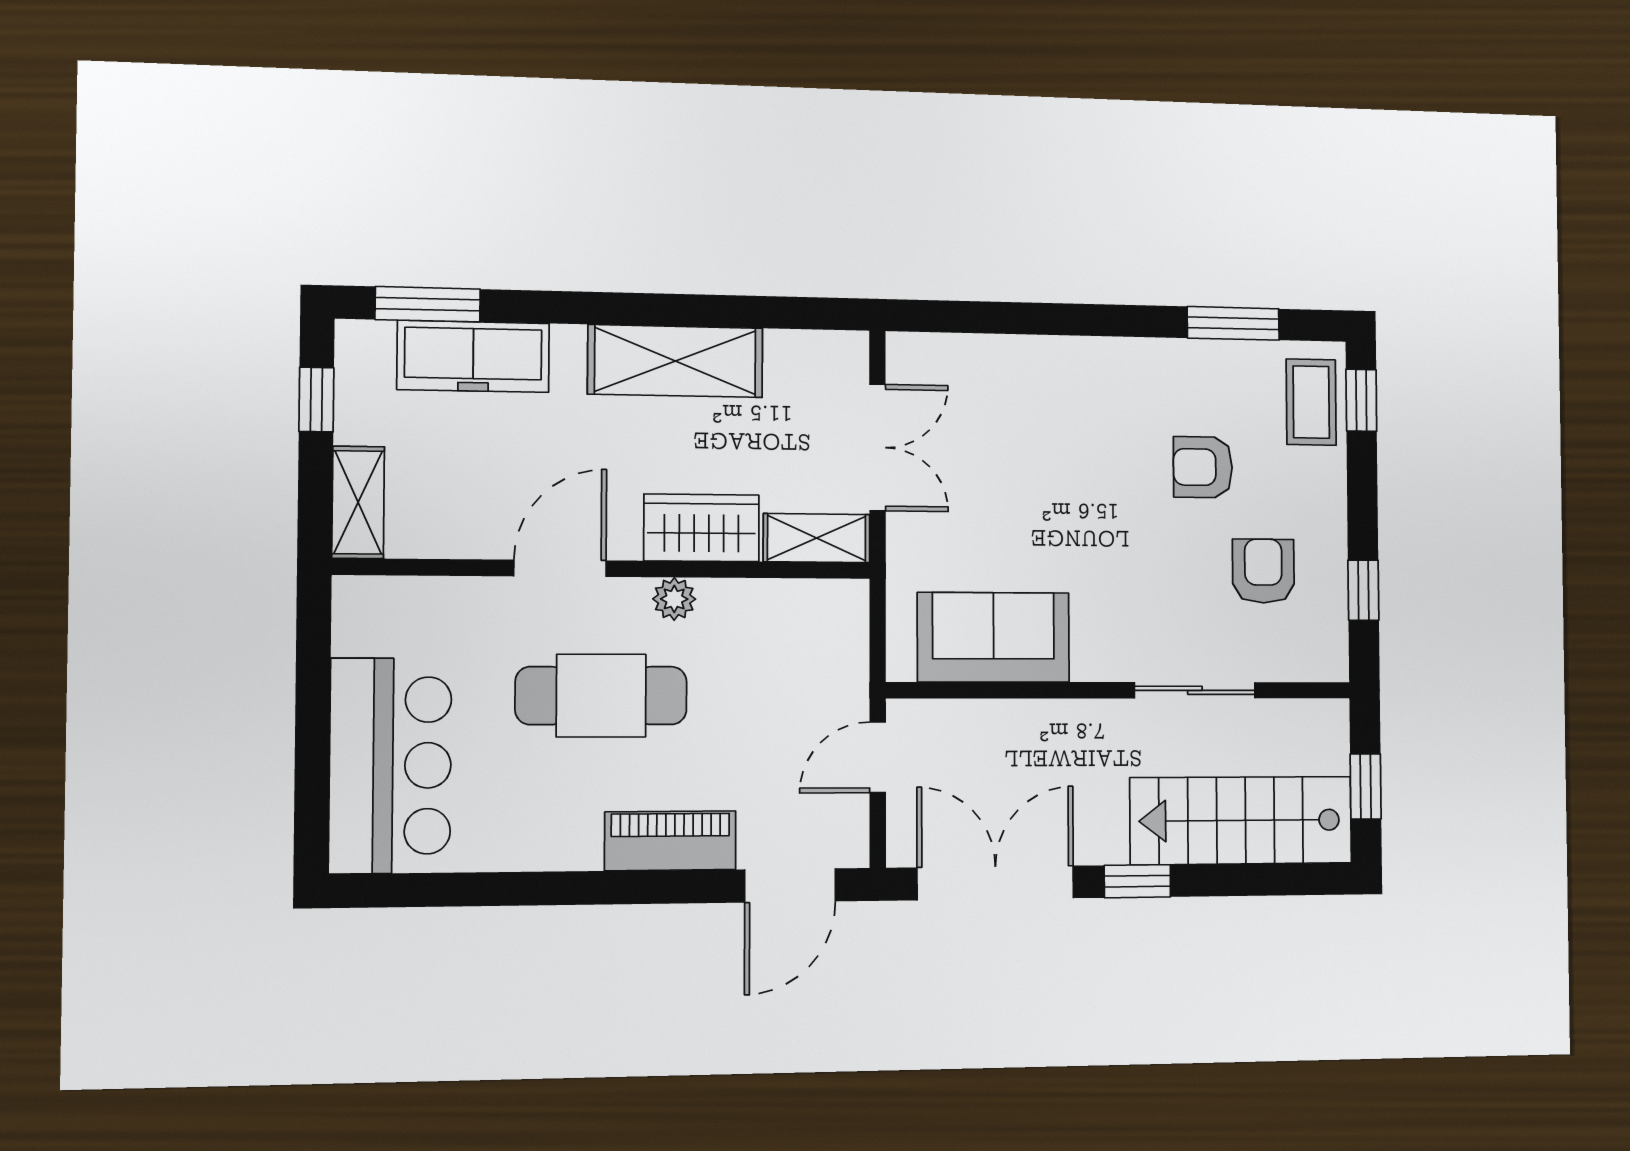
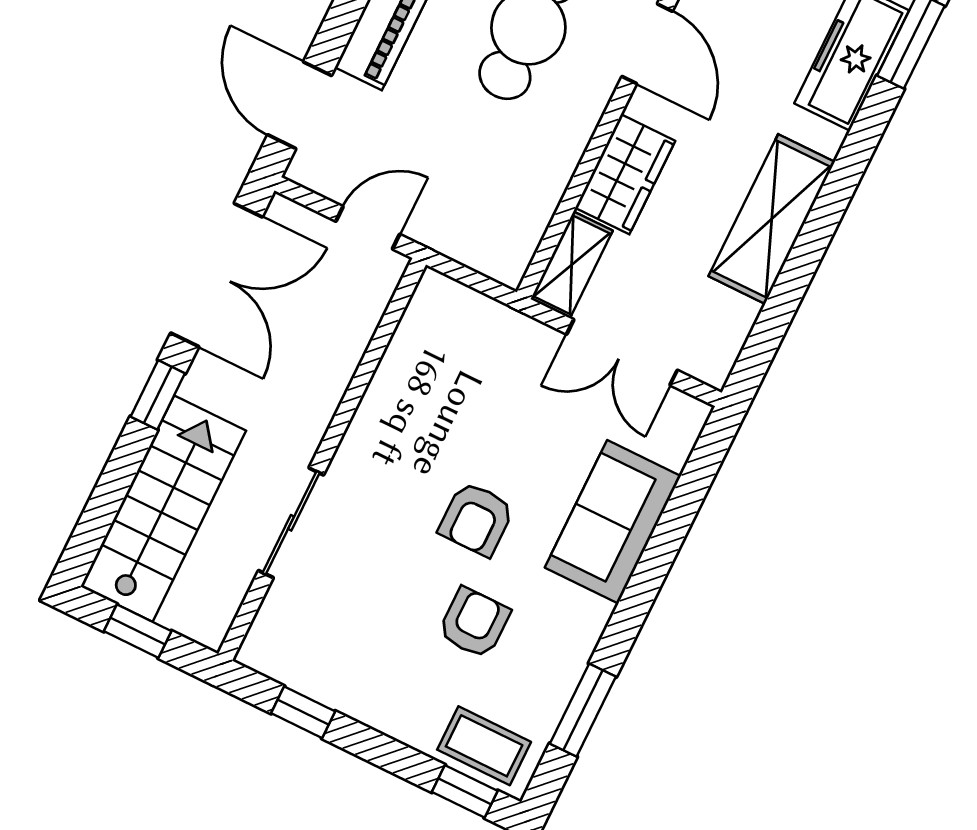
armchair: (1263, 571) -> (476, 519), moved, turned 90
plant: (674, 599) -> (578, 124), removed
sofa: (993, 637) -> (613, 522), moved, turned 180
door: (878, 757) -> (368, 228), hinge flipped

